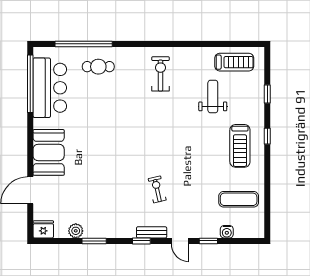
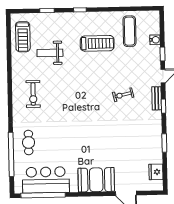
treadmill: (234, 62) -> (23, 37), turned 180
exercise bike: (160, 74) -> (33, 94), turned -90
treadmill: (240, 146) -> (97, 43), moved
fridge: (43, 229) -> (156, 172), moved
plant: (76, 231) -> (157, 157), removed

